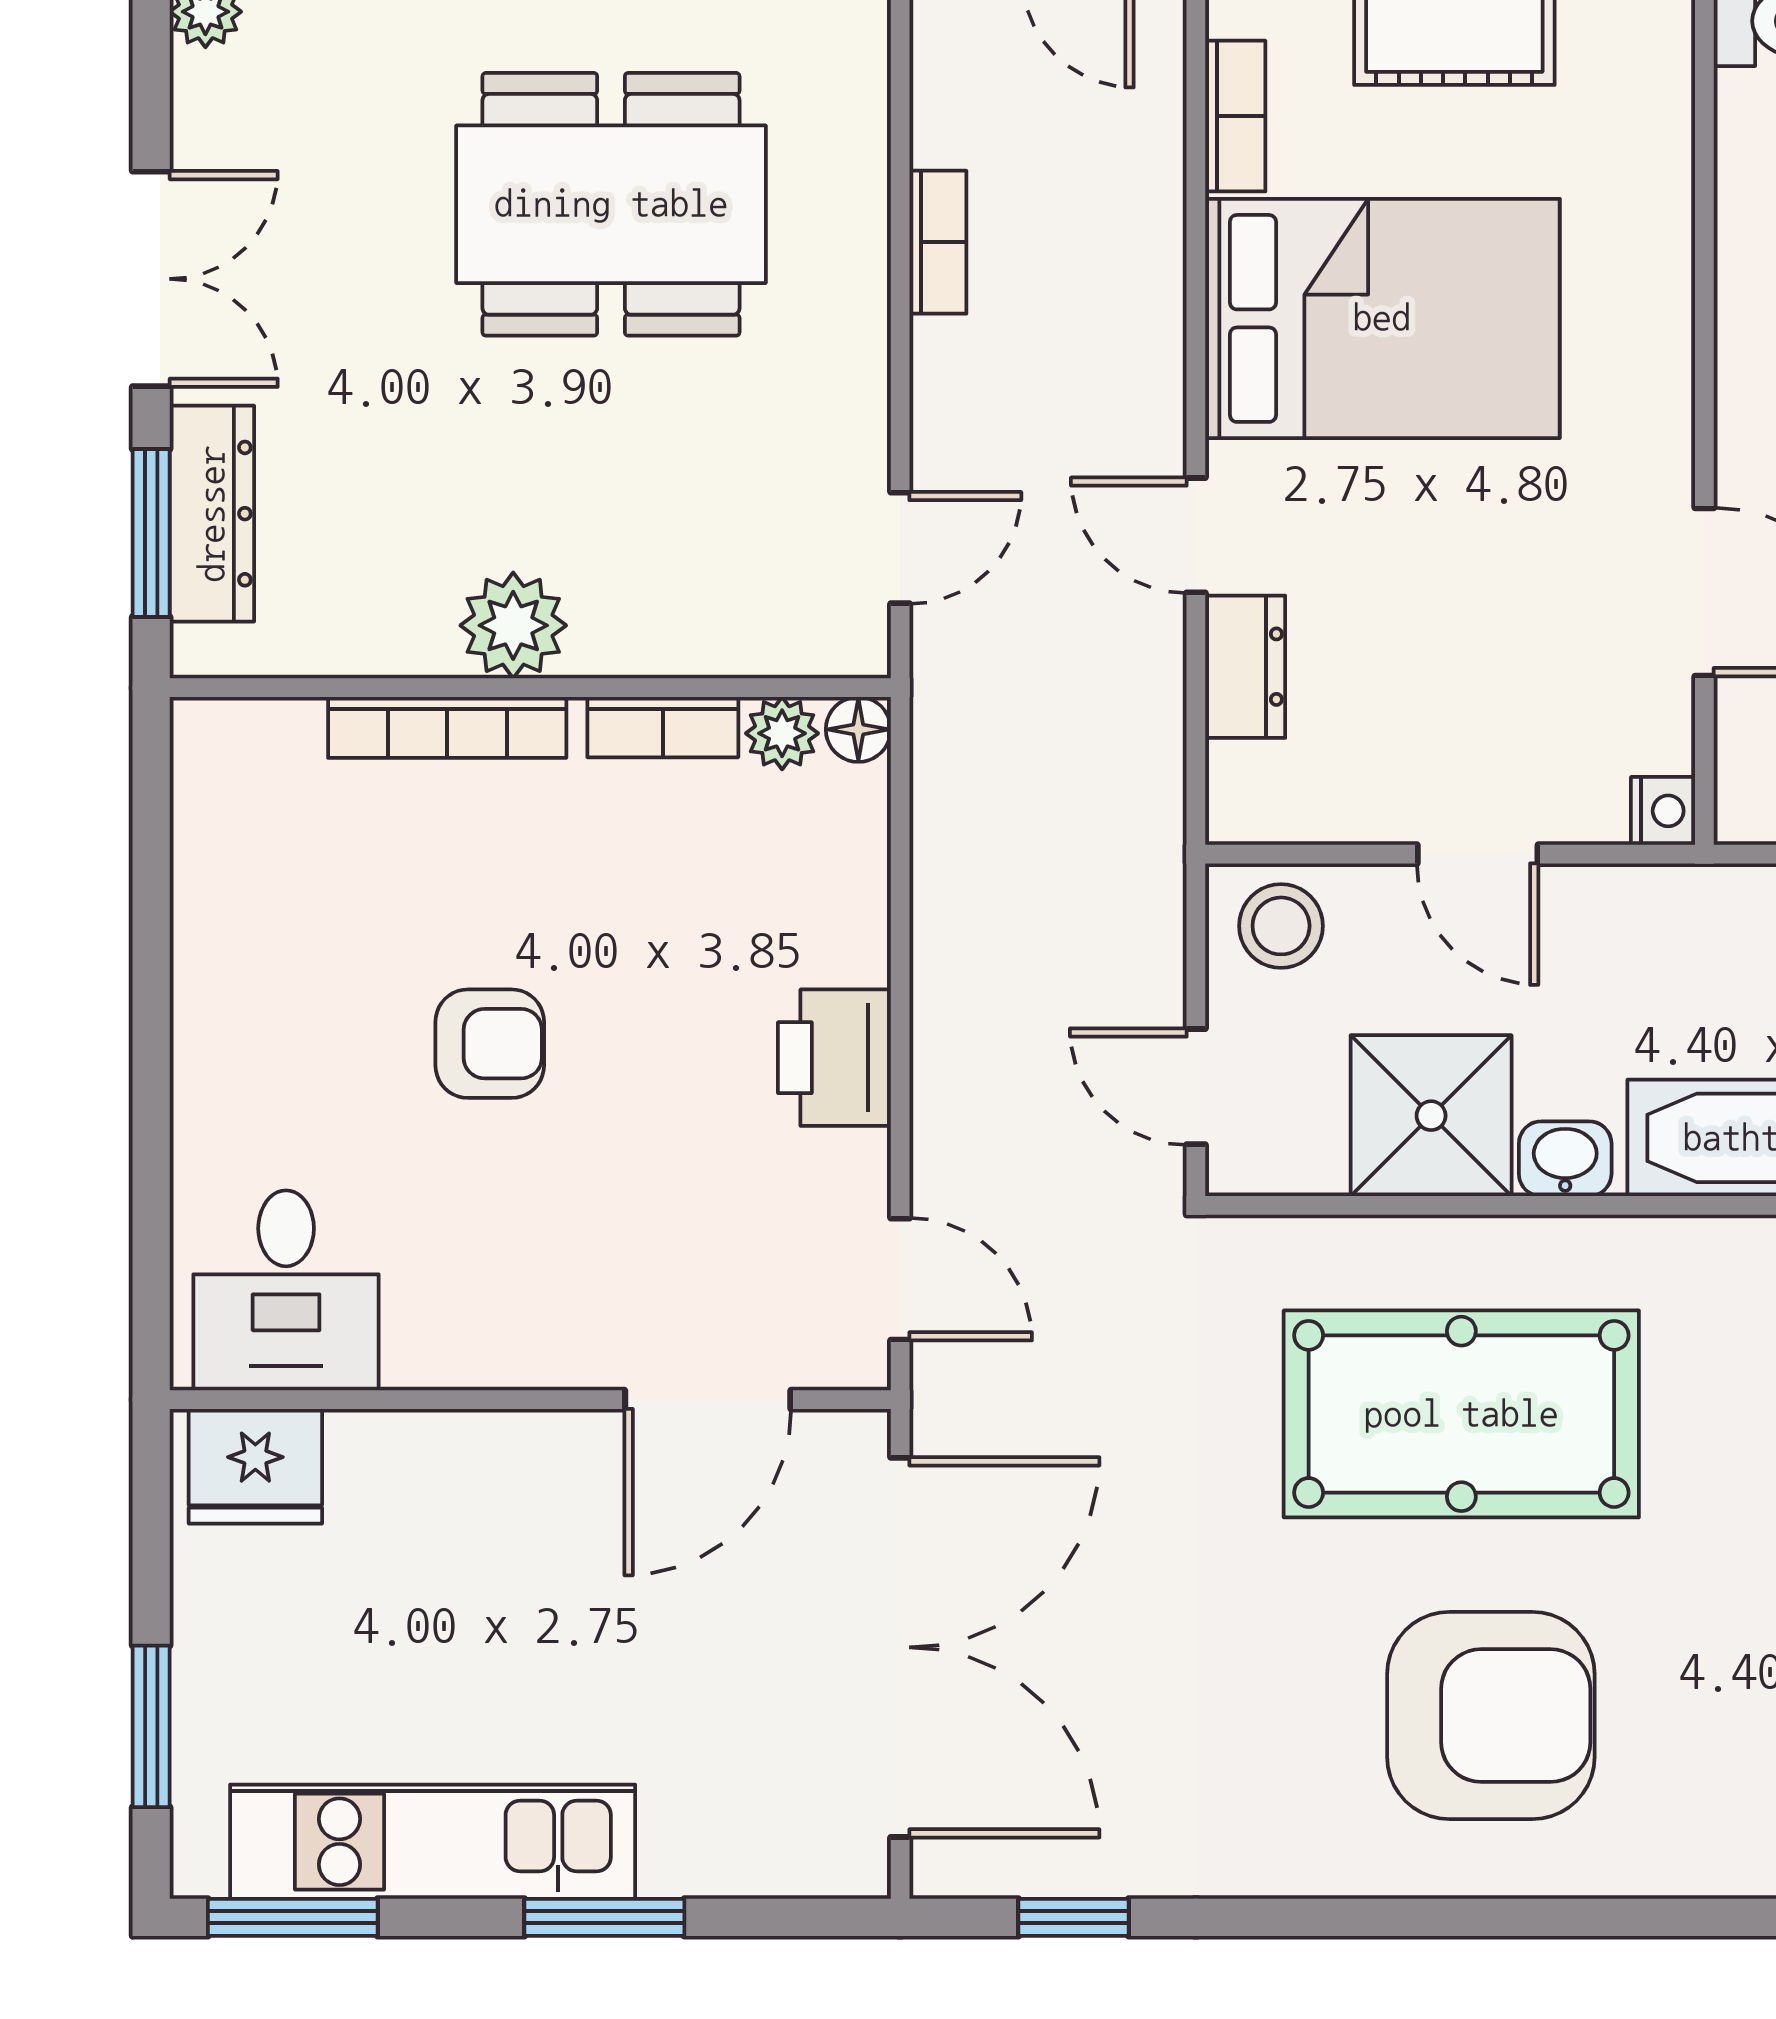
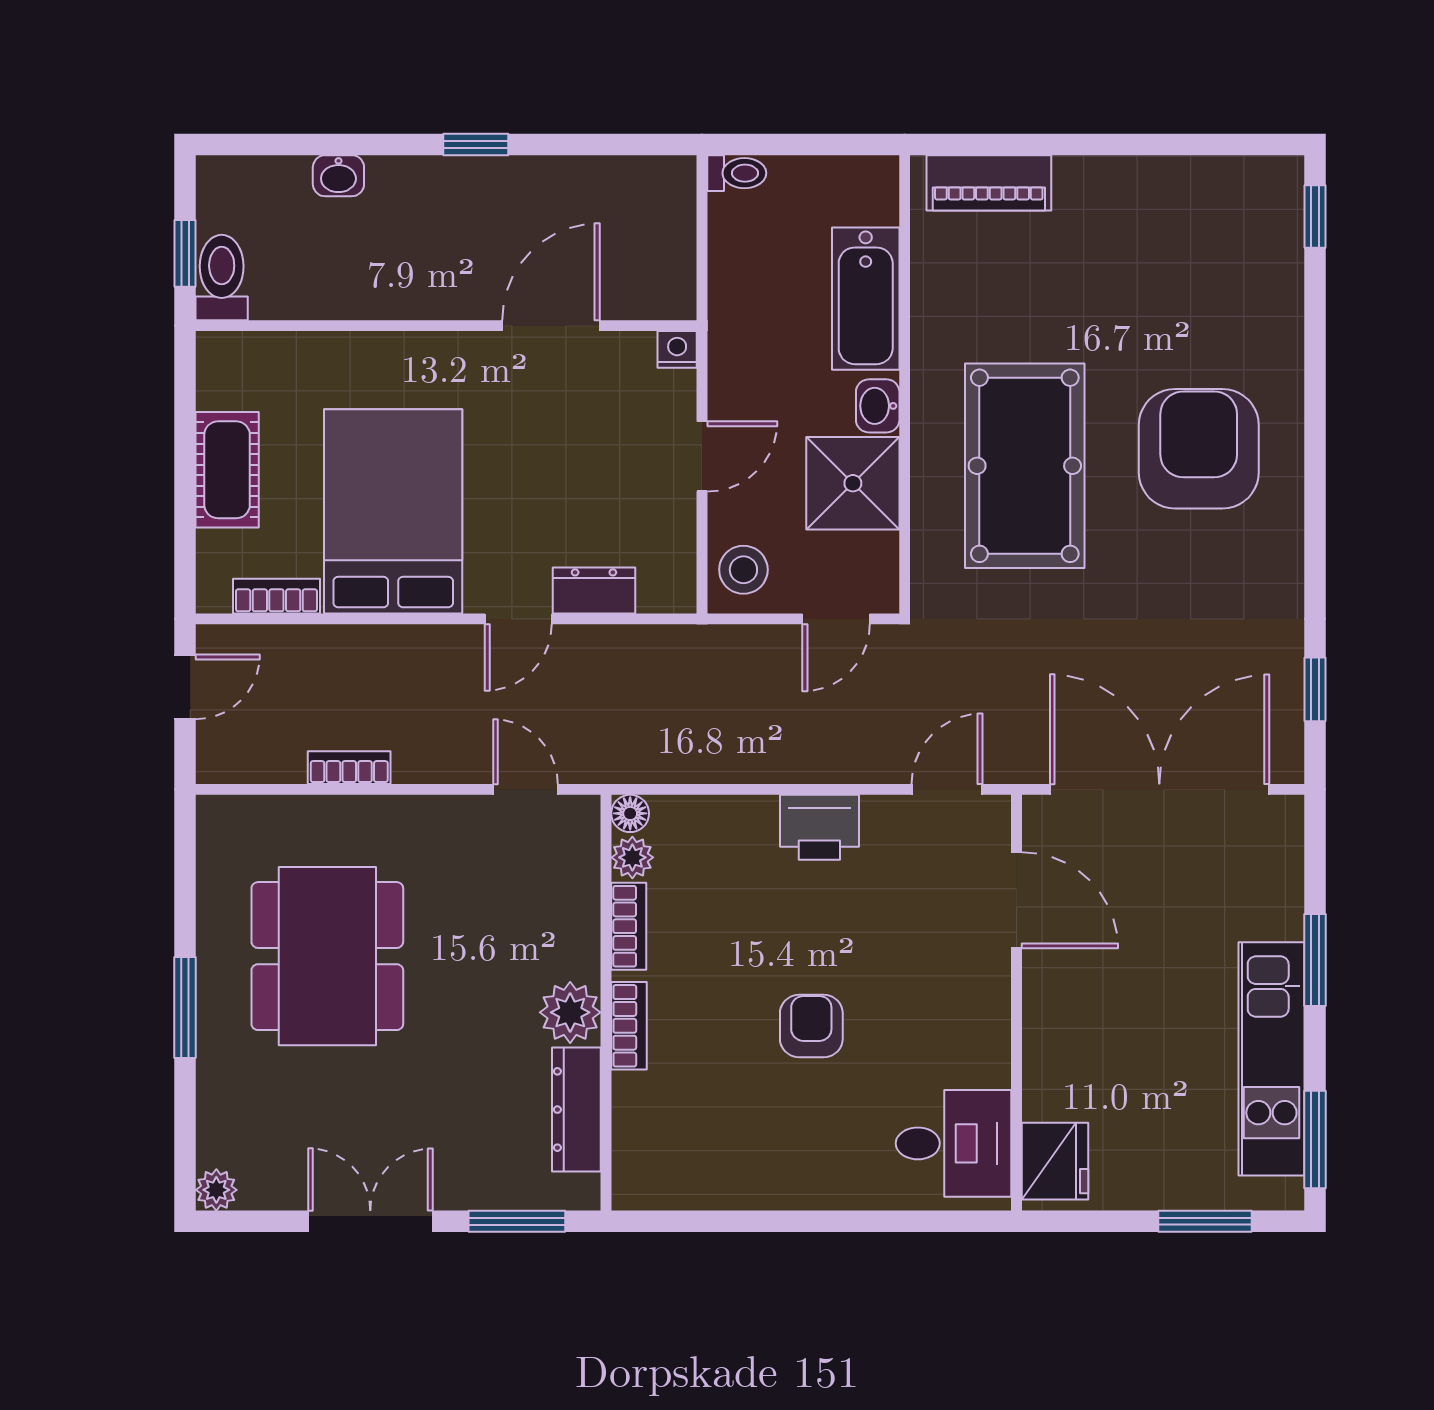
dresser: (212, 514) -> (576, 1110), moved, turned -90
bookcase: (447, 727) -> (629, 1026), width x0.64

